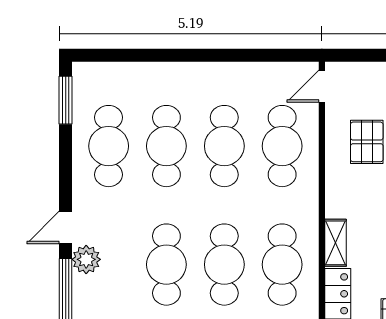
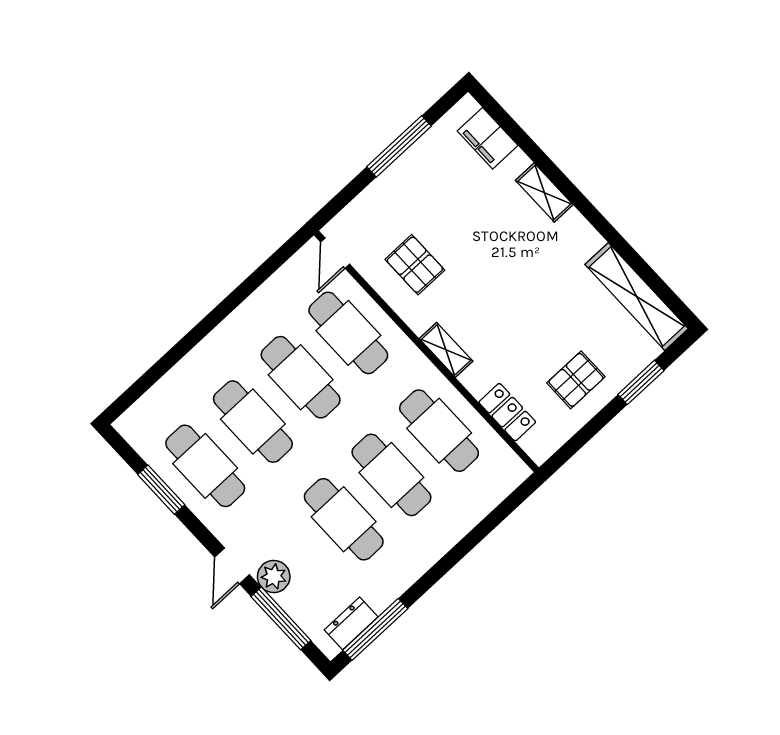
window: (66, 100) -> (161, 490), moved
shelving: (336, 243) -> (446, 350), moved

